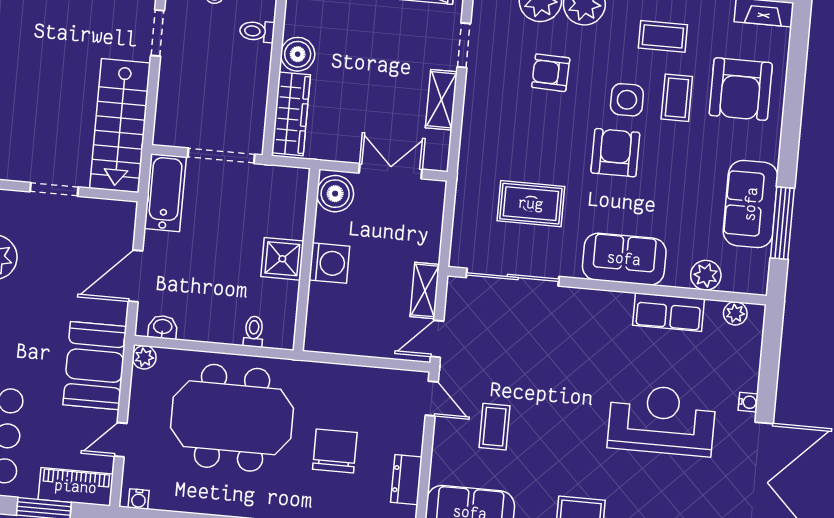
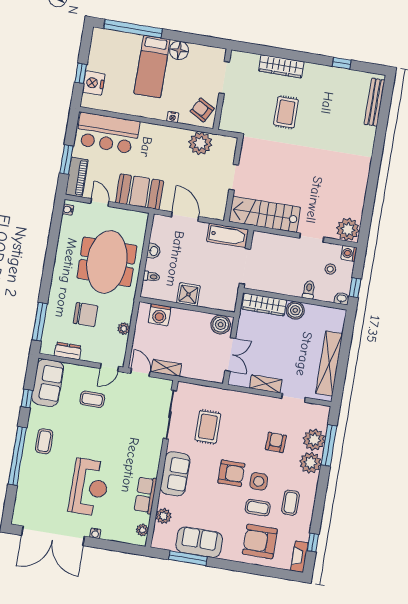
washing machine: (329, 263) -> (160, 315), moved
washbasin: (163, 327) -> (153, 251), moved
plant: (144, 357) -> (124, 329), moved

